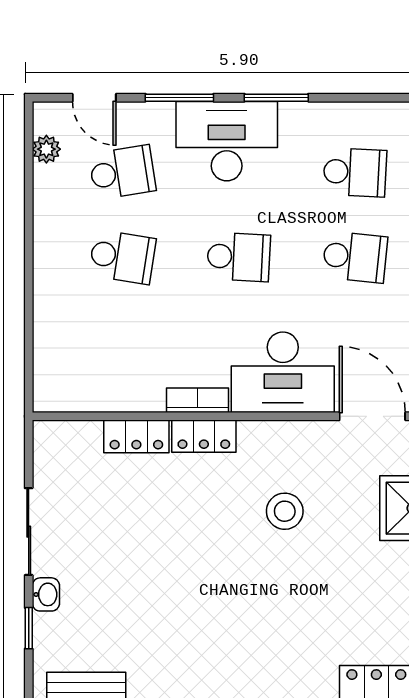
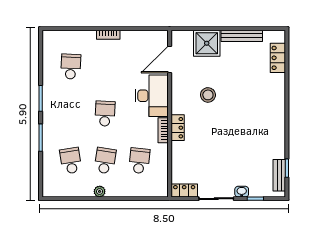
door: (94, 98) -> (41, 172), removed
desk: (227, 141) -> (58, 118), removed
plant: (46, 149) -> (100, 191), moved
school desk: (355, 257) -> (139, 161), moved
locker: (136, 436) -> (184, 190), moved, turned -90

